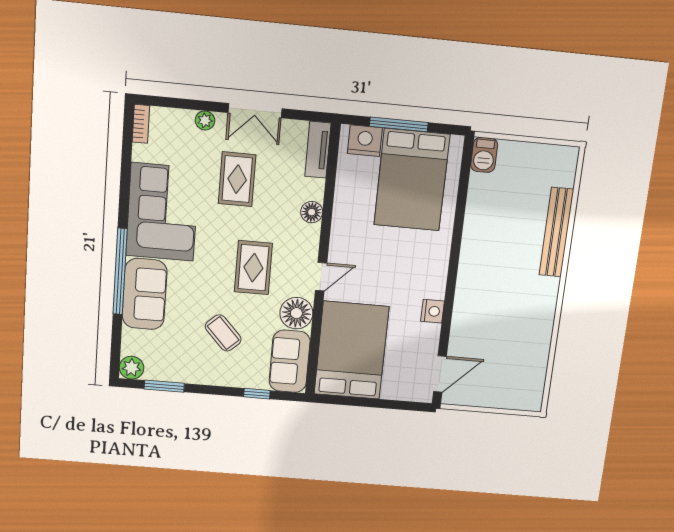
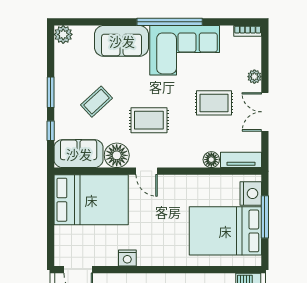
floor lamp: (312, 212) -> (211, 160), moved
window: (120, 272) -> (170, 22), moved
window: (164, 386) -> (51, 92), moved

